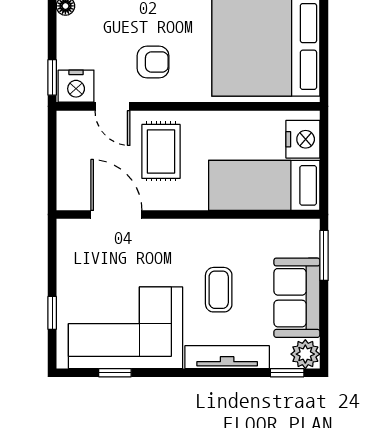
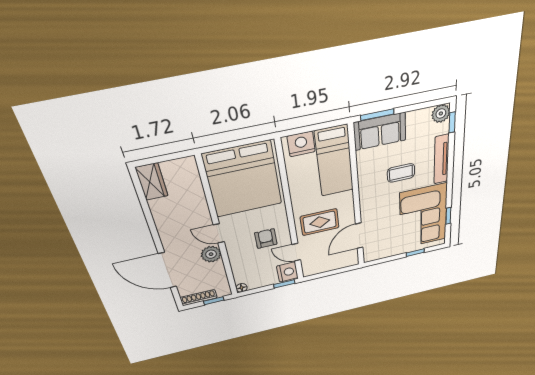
door: (112, 106) -> (296, 252), swing flipped
sofa: (297, 298) -> (380, 131), moved

